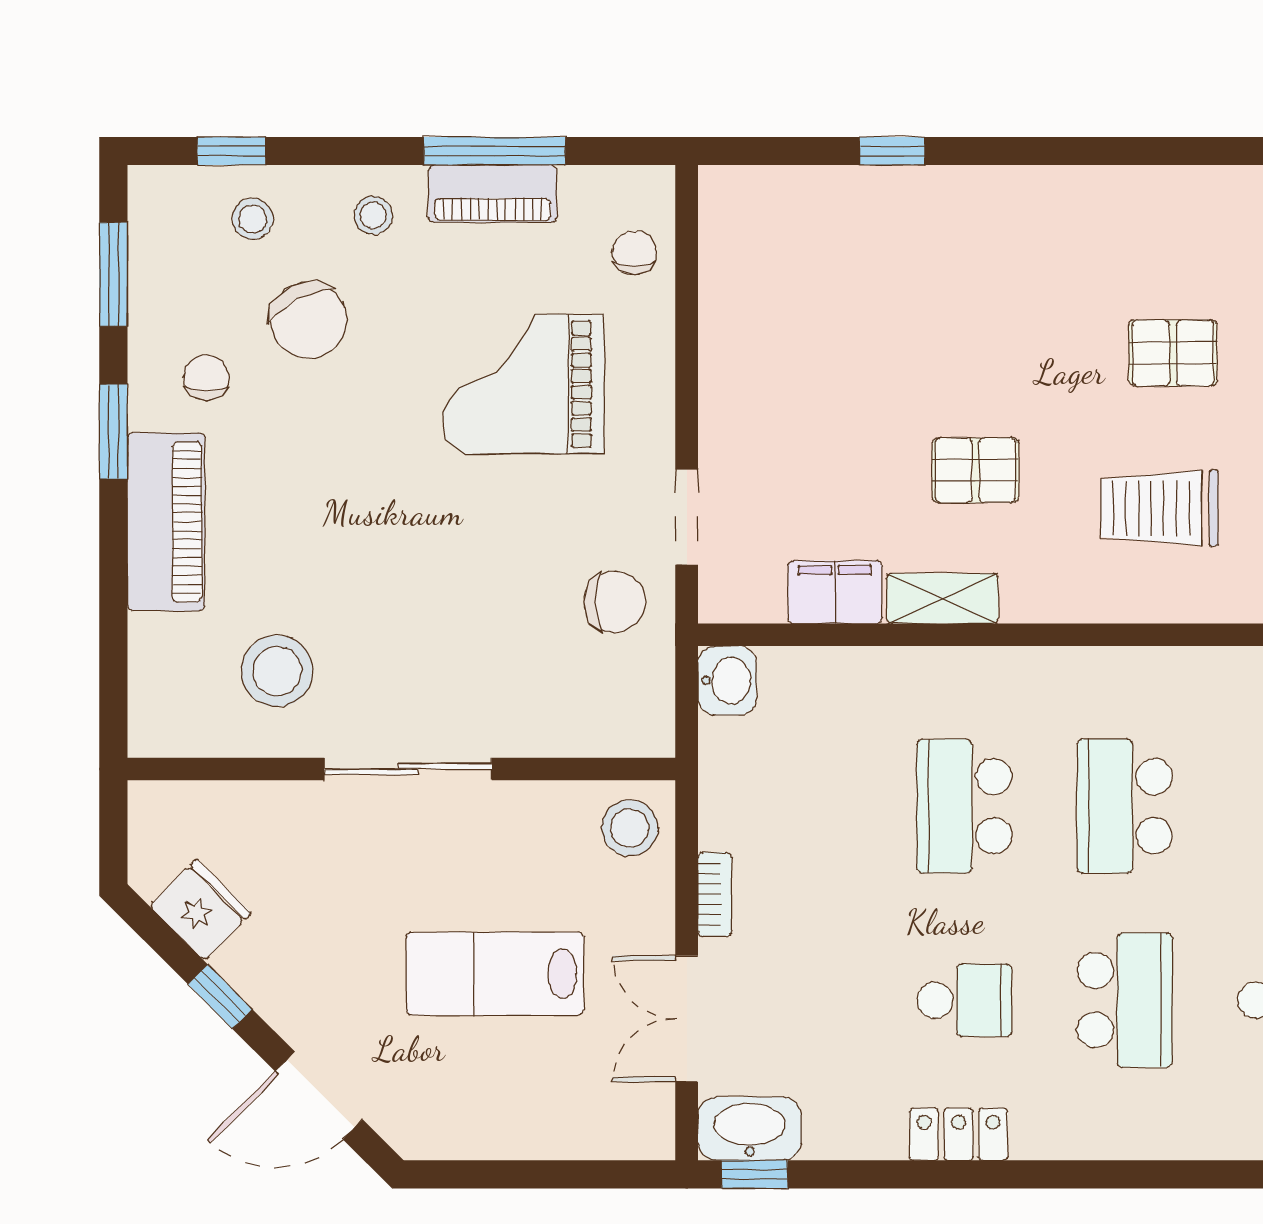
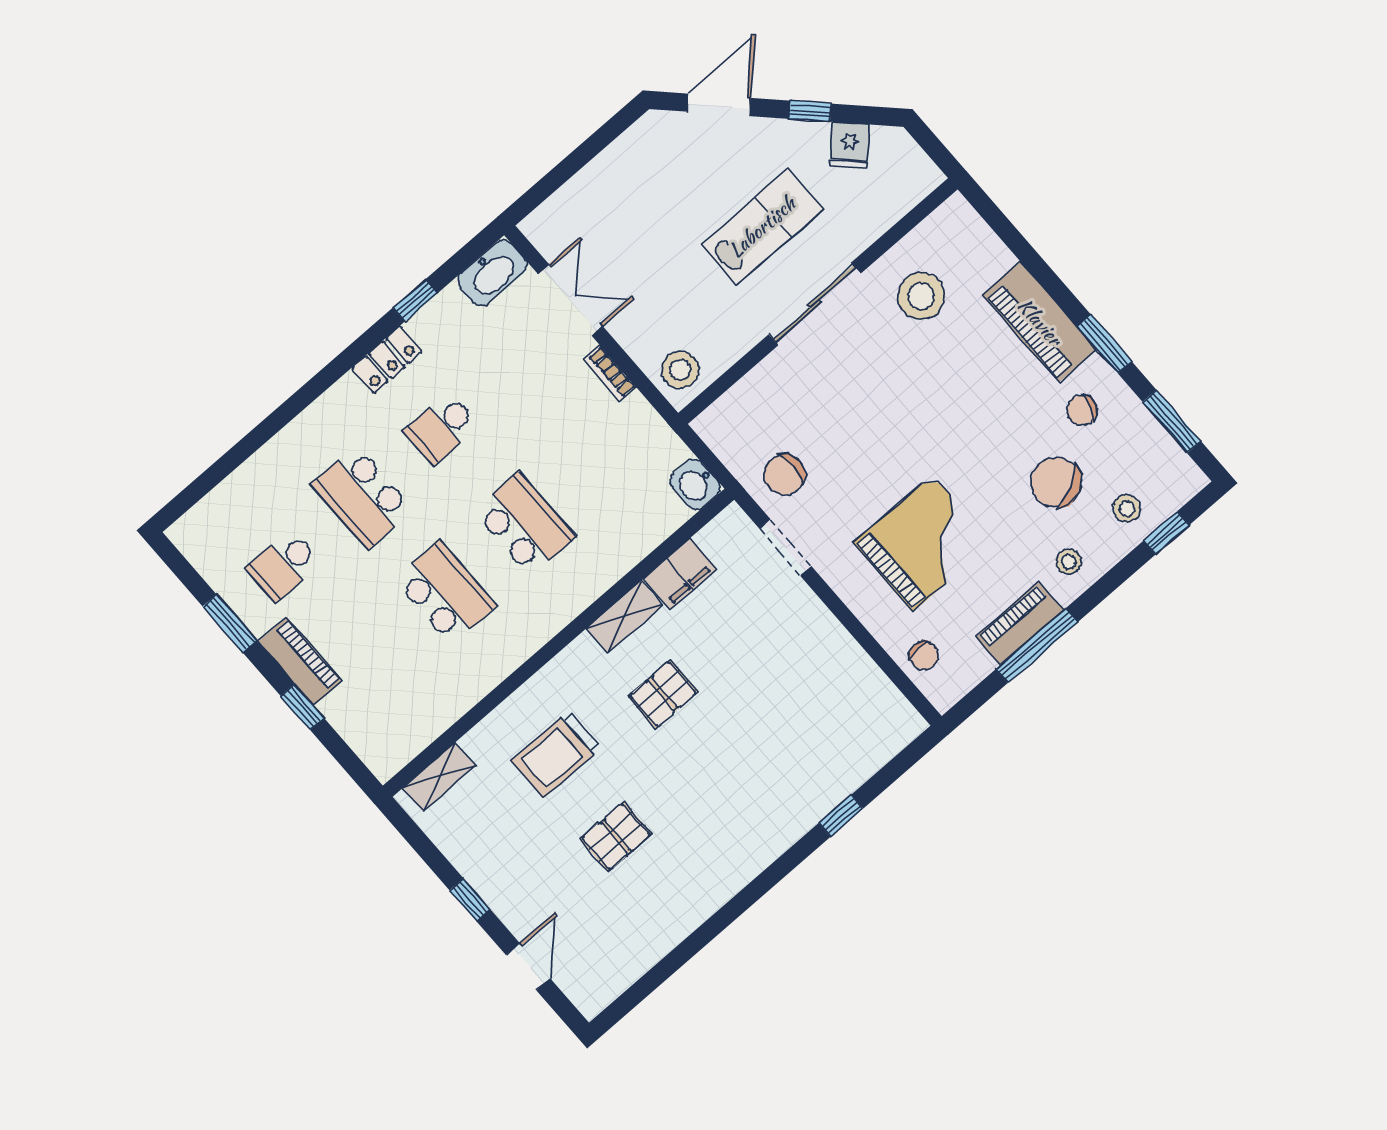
chair: (206, 378) -> (1082, 410), turned 111
trolley: (1159, 508) -> (556, 754), turned 180
fridge: (200, 910) -> (850, 145), width x0.72
lab bench: (495, 974) -> (762, 227), moved
window: (755, 1174) -> (415, 300), moved

